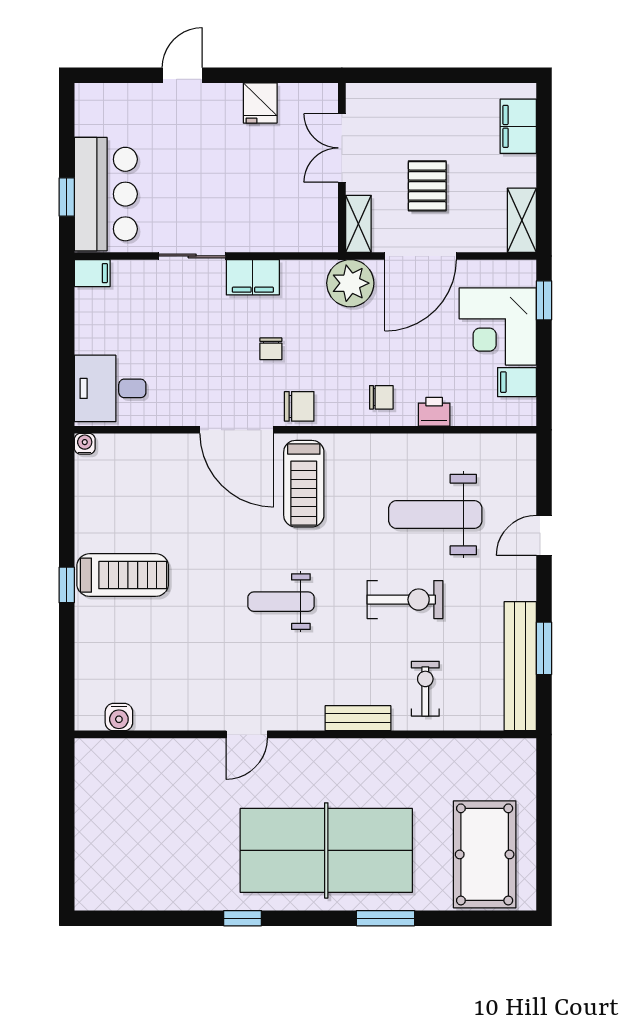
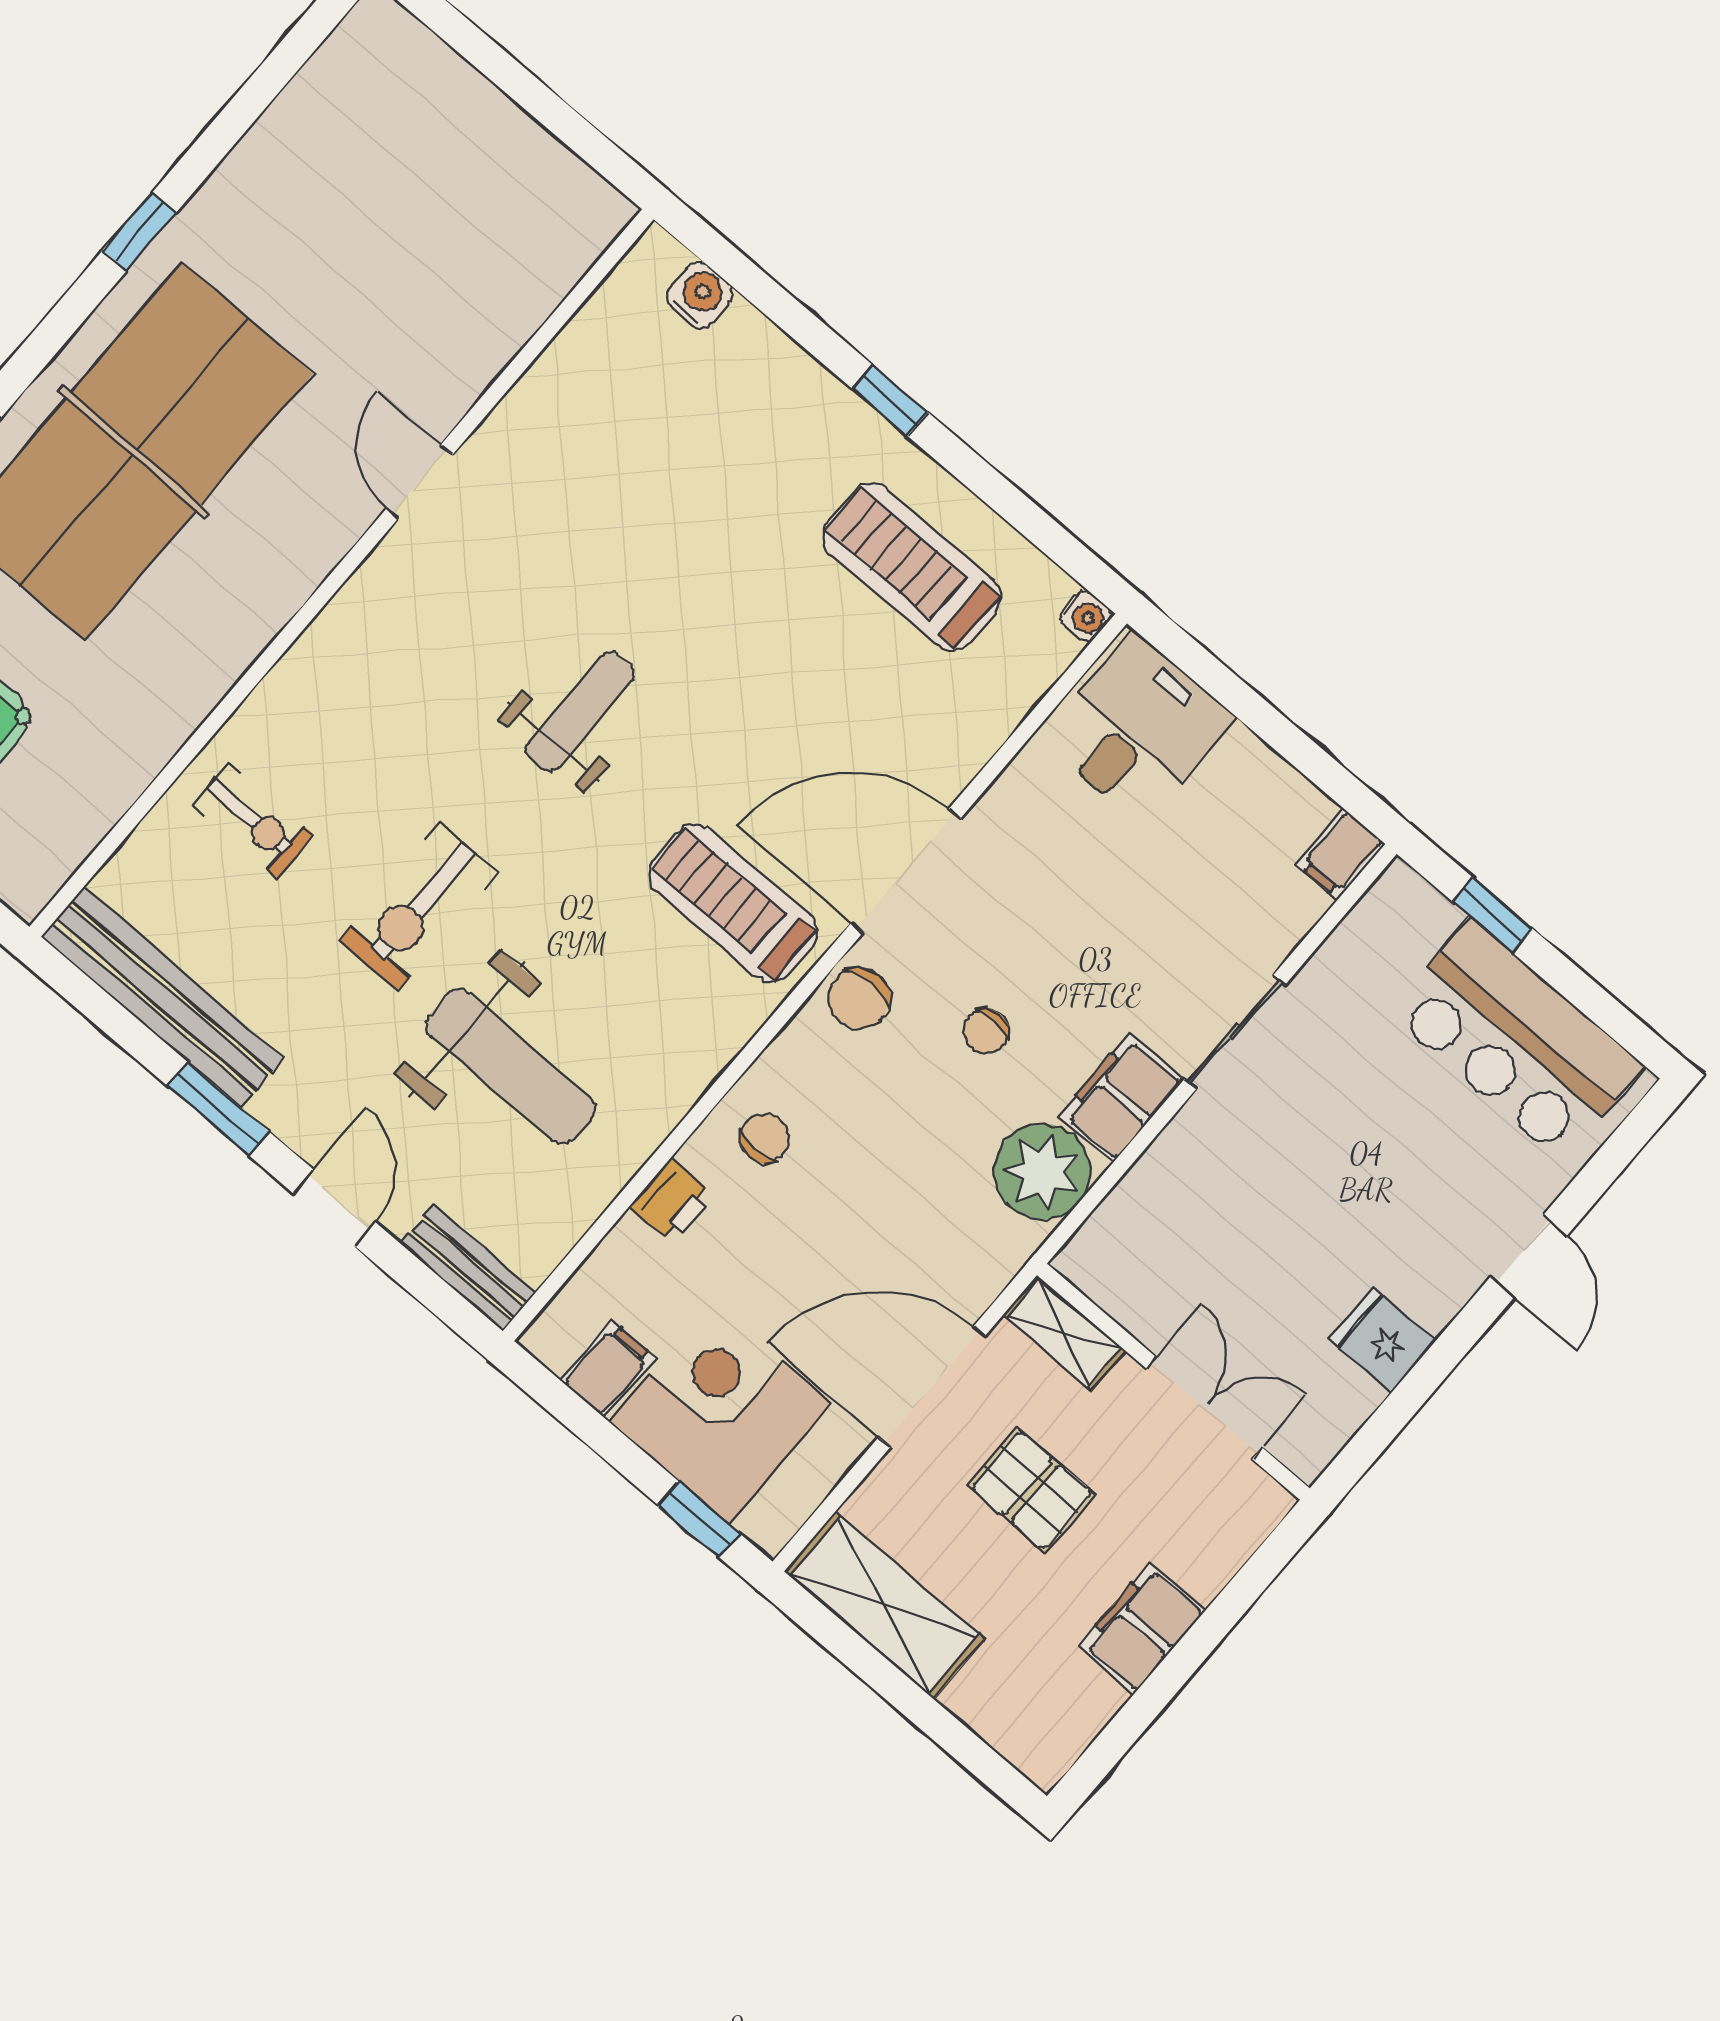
filing cabinet: (518, 126) -> (1142, 1628), moved, turned -90
bar counter: (106, 194) -> (1516, 1040), moved
shelving: (522, 220) -> (884, 1605), width x1.50, depth x1.33
door: (421, 256) -> (932, 1387), hinge flipped
plant: (350, 283) -> (1042, 1172), moved
chair: (271, 349) -> (986, 1031), turned -90
chair: (381, 397) -> (764, 1138), turned 180
weight bench: (435, 514) -> (511, 1067), turned 90
treadmill: (123, 575) -> (912, 567), moved, turned 90
window: (544, 648) -> (219, 1109), moved
water cooler: (119, 717) -> (700, 295), moved, turned 90
bench: (358, 718) -> (468, 1268), moved, turned 90

